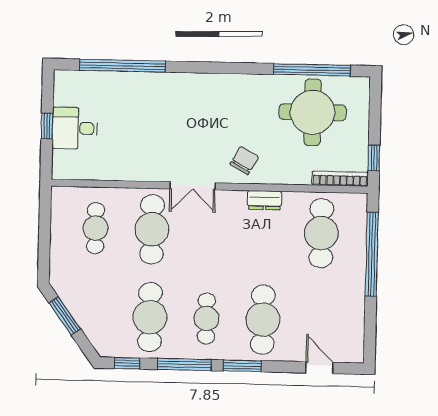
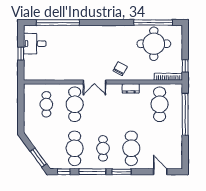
desk: (75, 128) -> (35, 44), moved
window: (65, 316) -> (38, 158), moved

